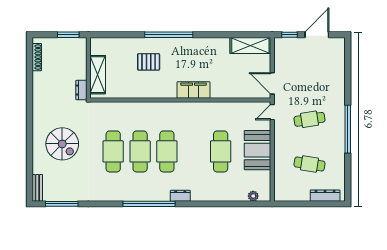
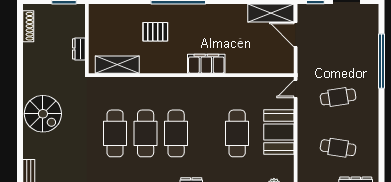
shelving: (98, 75) -> (117, 65), moved, turned 90
door: (272, 83) -> (296, 35), moved
dresser: (81, 90) -> (79, 49), moved
window: (348, 129) -> (382, 61), moved
spiral stairs: (62, 144) -> (43, 114), moved

